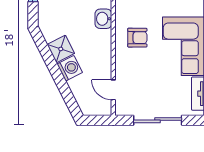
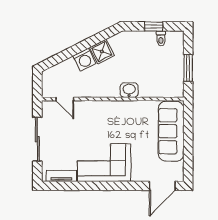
armchair: (137, 38) -> (112, 121), removed
door: (113, 90) -> (65, 99), swing flipped

